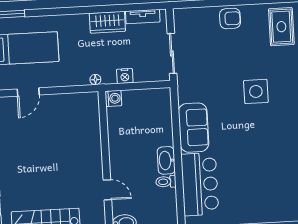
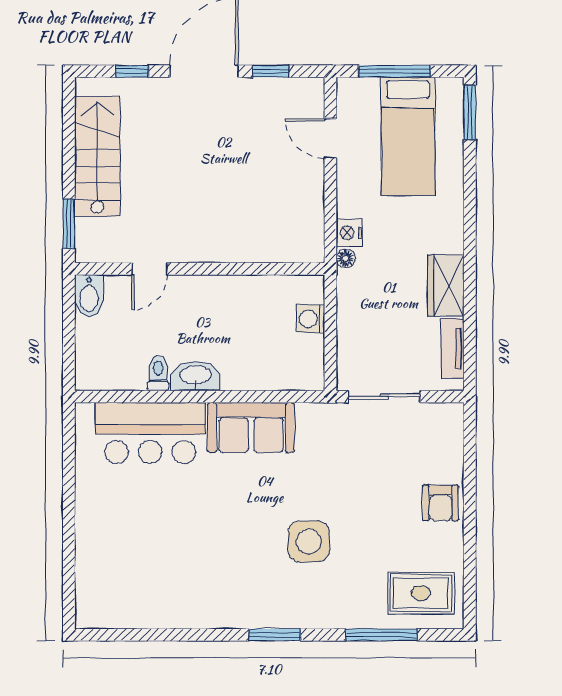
nightstand: (125, 76) -> (349, 233), moved
washing machine: (113, 98) -> (311, 319), moved, turned 90

